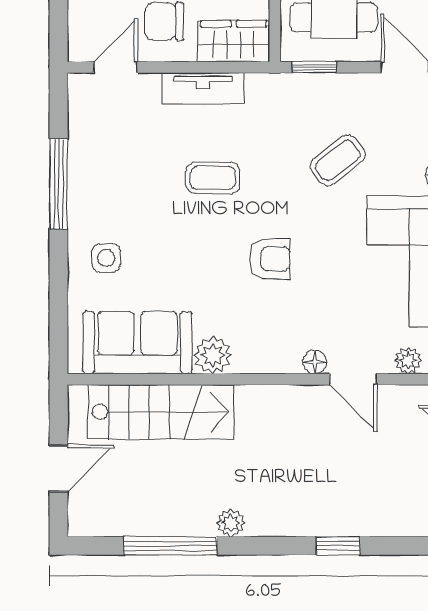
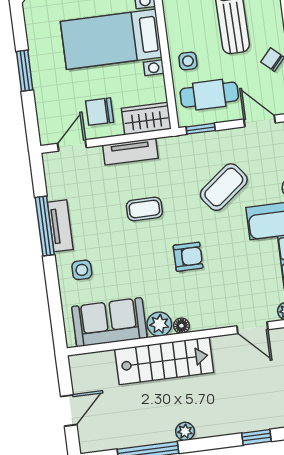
coffee table: (338, 160) -> (224, 187), width x1.36, depth x1.30
tv unit: (82, 187) -> (60, 226), added
floor lamp: (315, 362) -> (181, 326), moved
stairs: (161, 412) -> (164, 361), moved

